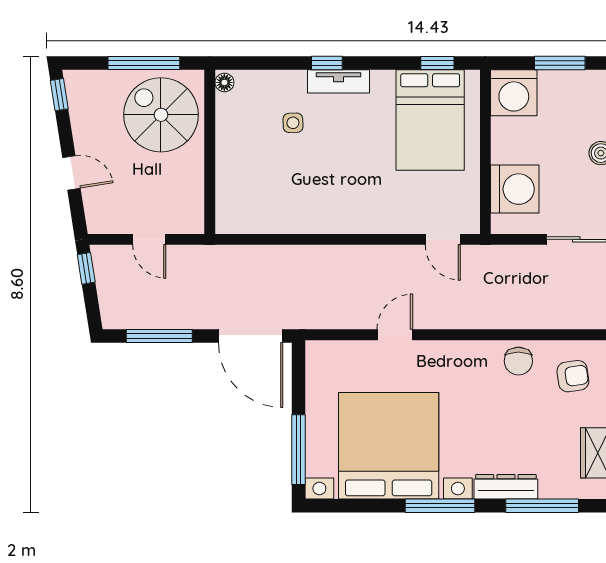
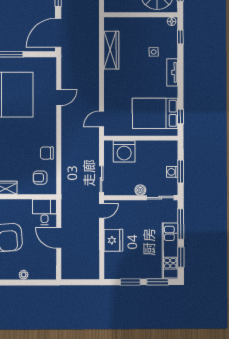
window: (327, 63) -> (180, 37), moved
washing machine: (514, 93) -> (172, 172), moved, width x0.53, depth x0.53
wardrobe: (289, 218) -> (111, 50), added
door: (395, 335) -> (59, 97), hinge flipped
armchair: (573, 376) -> (40, 178), turned 98

